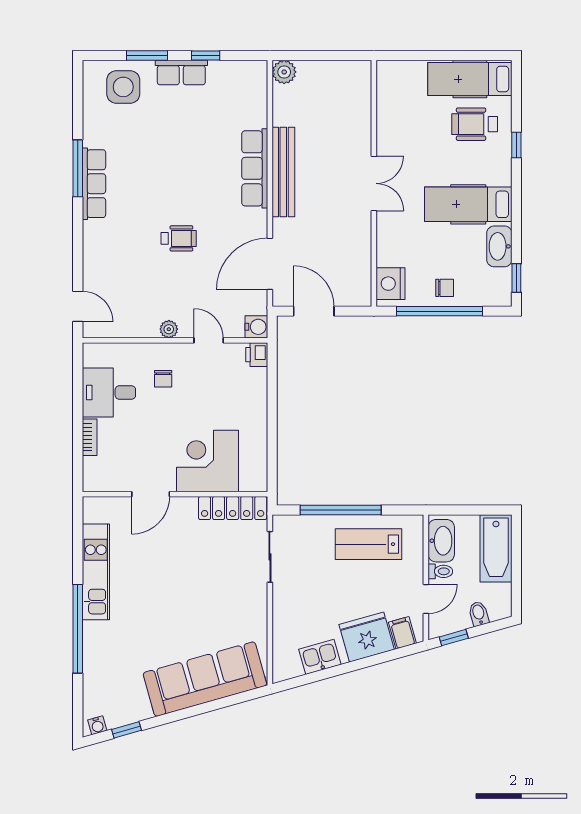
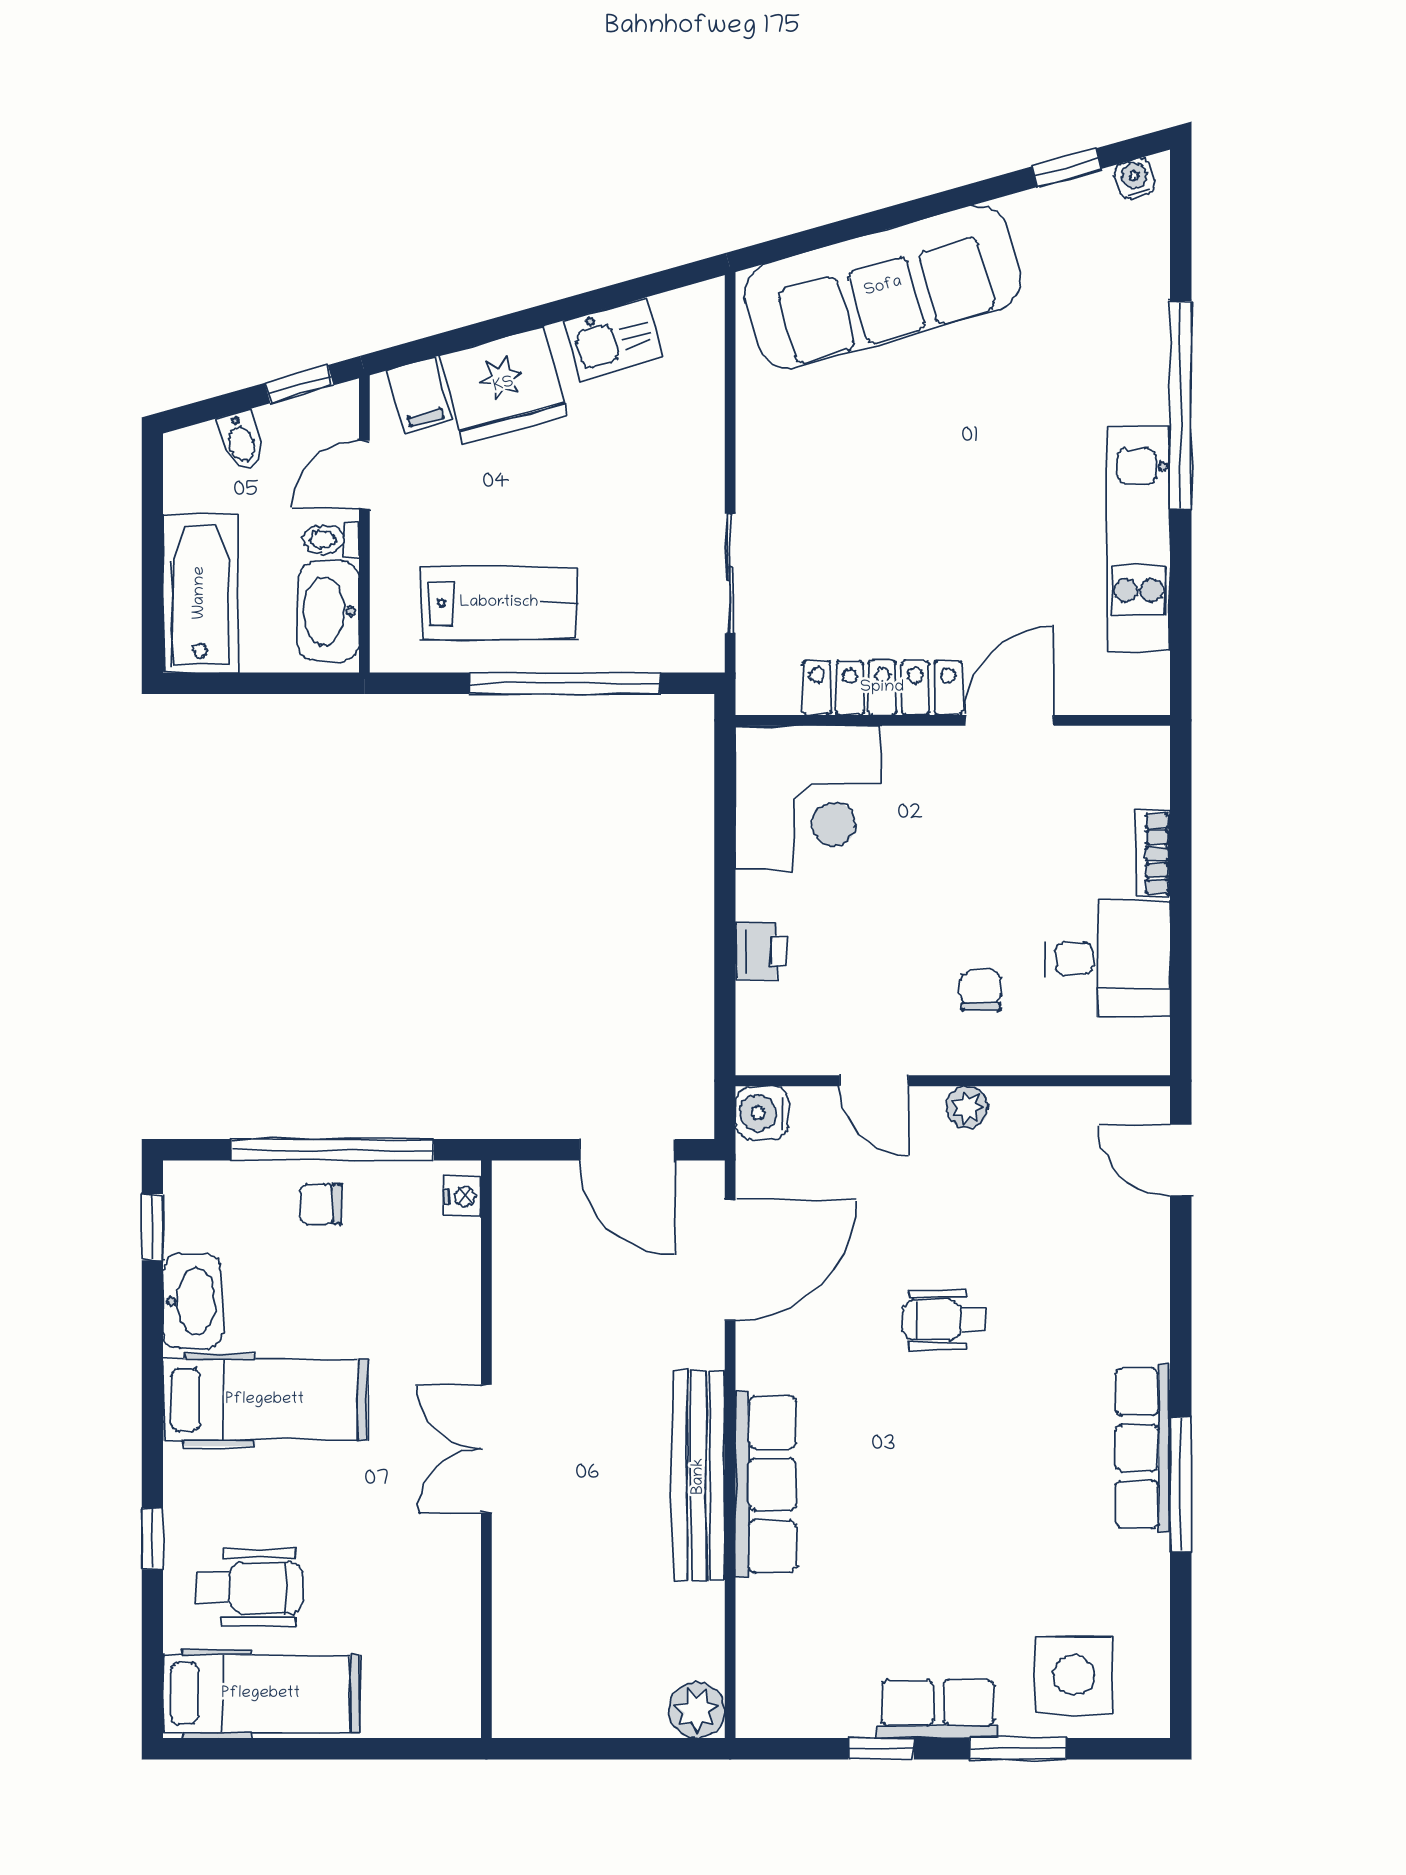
nightstand: (391, 284) -> (462, 1196), width x0.53, depth x0.56
printer: (257, 355) -> (761, 951), moved
corner desk: (207, 461) -> (808, 798), moved
locker: (233, 508) -> (882, 688), moved

